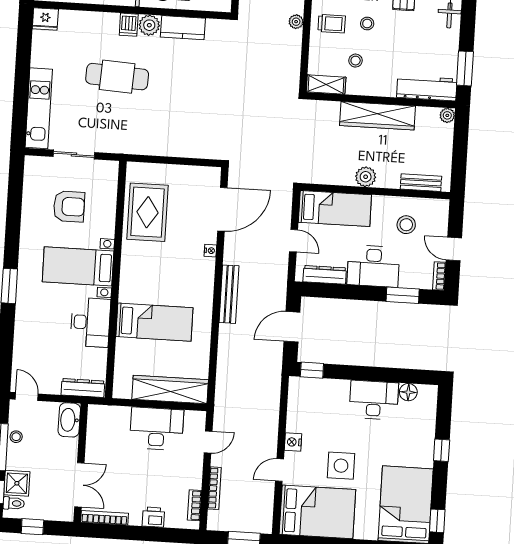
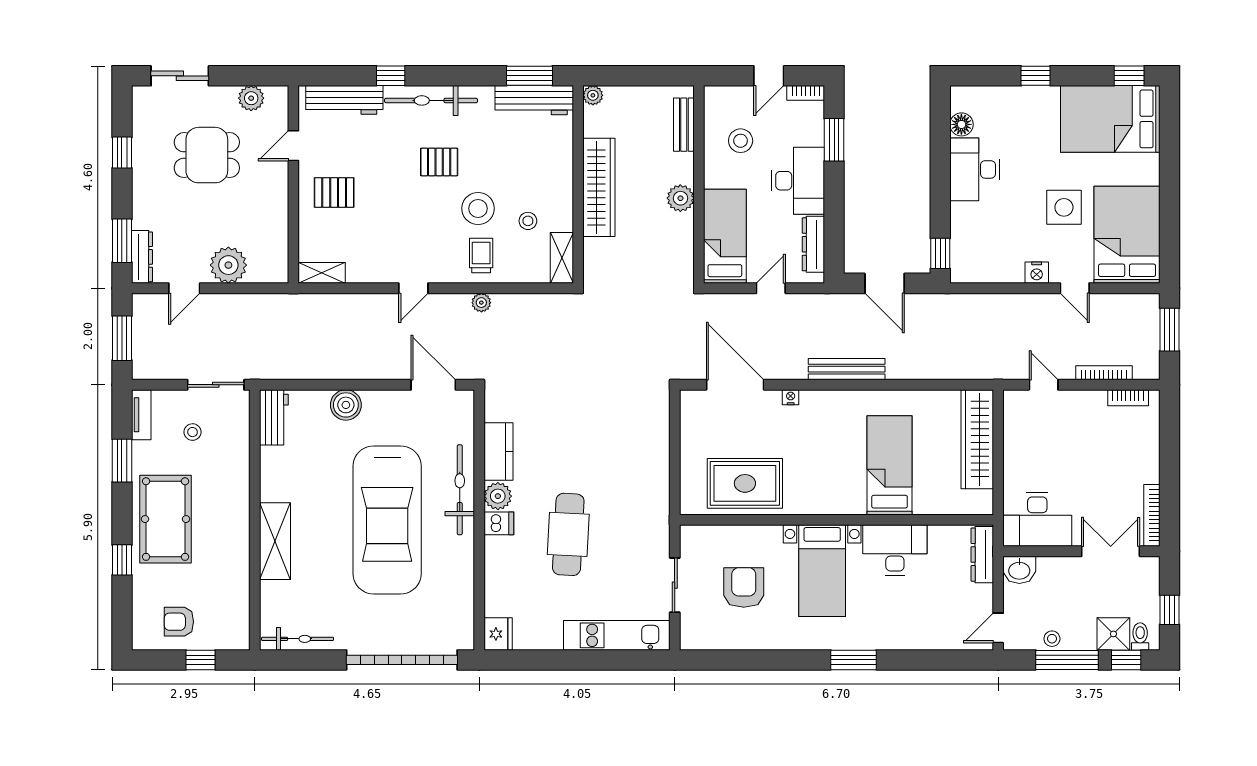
stool: (367, 24) -> (478, 208), width x1.89, depth x1.89
workbench: (427, 88) -> (534, 100), moved, turned -90
washbasin: (69, 420) -> (1019, 570), width x0.72
desk: (157, 429) -> (1037, 519), moved, turned -90
printer: (153, 517) -> (1147, 451), removed

